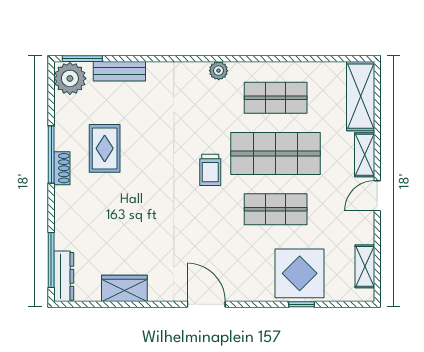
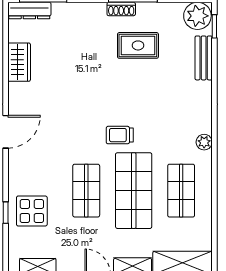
window: (82, 59) -> (214, 26), width x0.67
display table: (300, 273) -> (32, 211), width x0.73, depth x0.73

